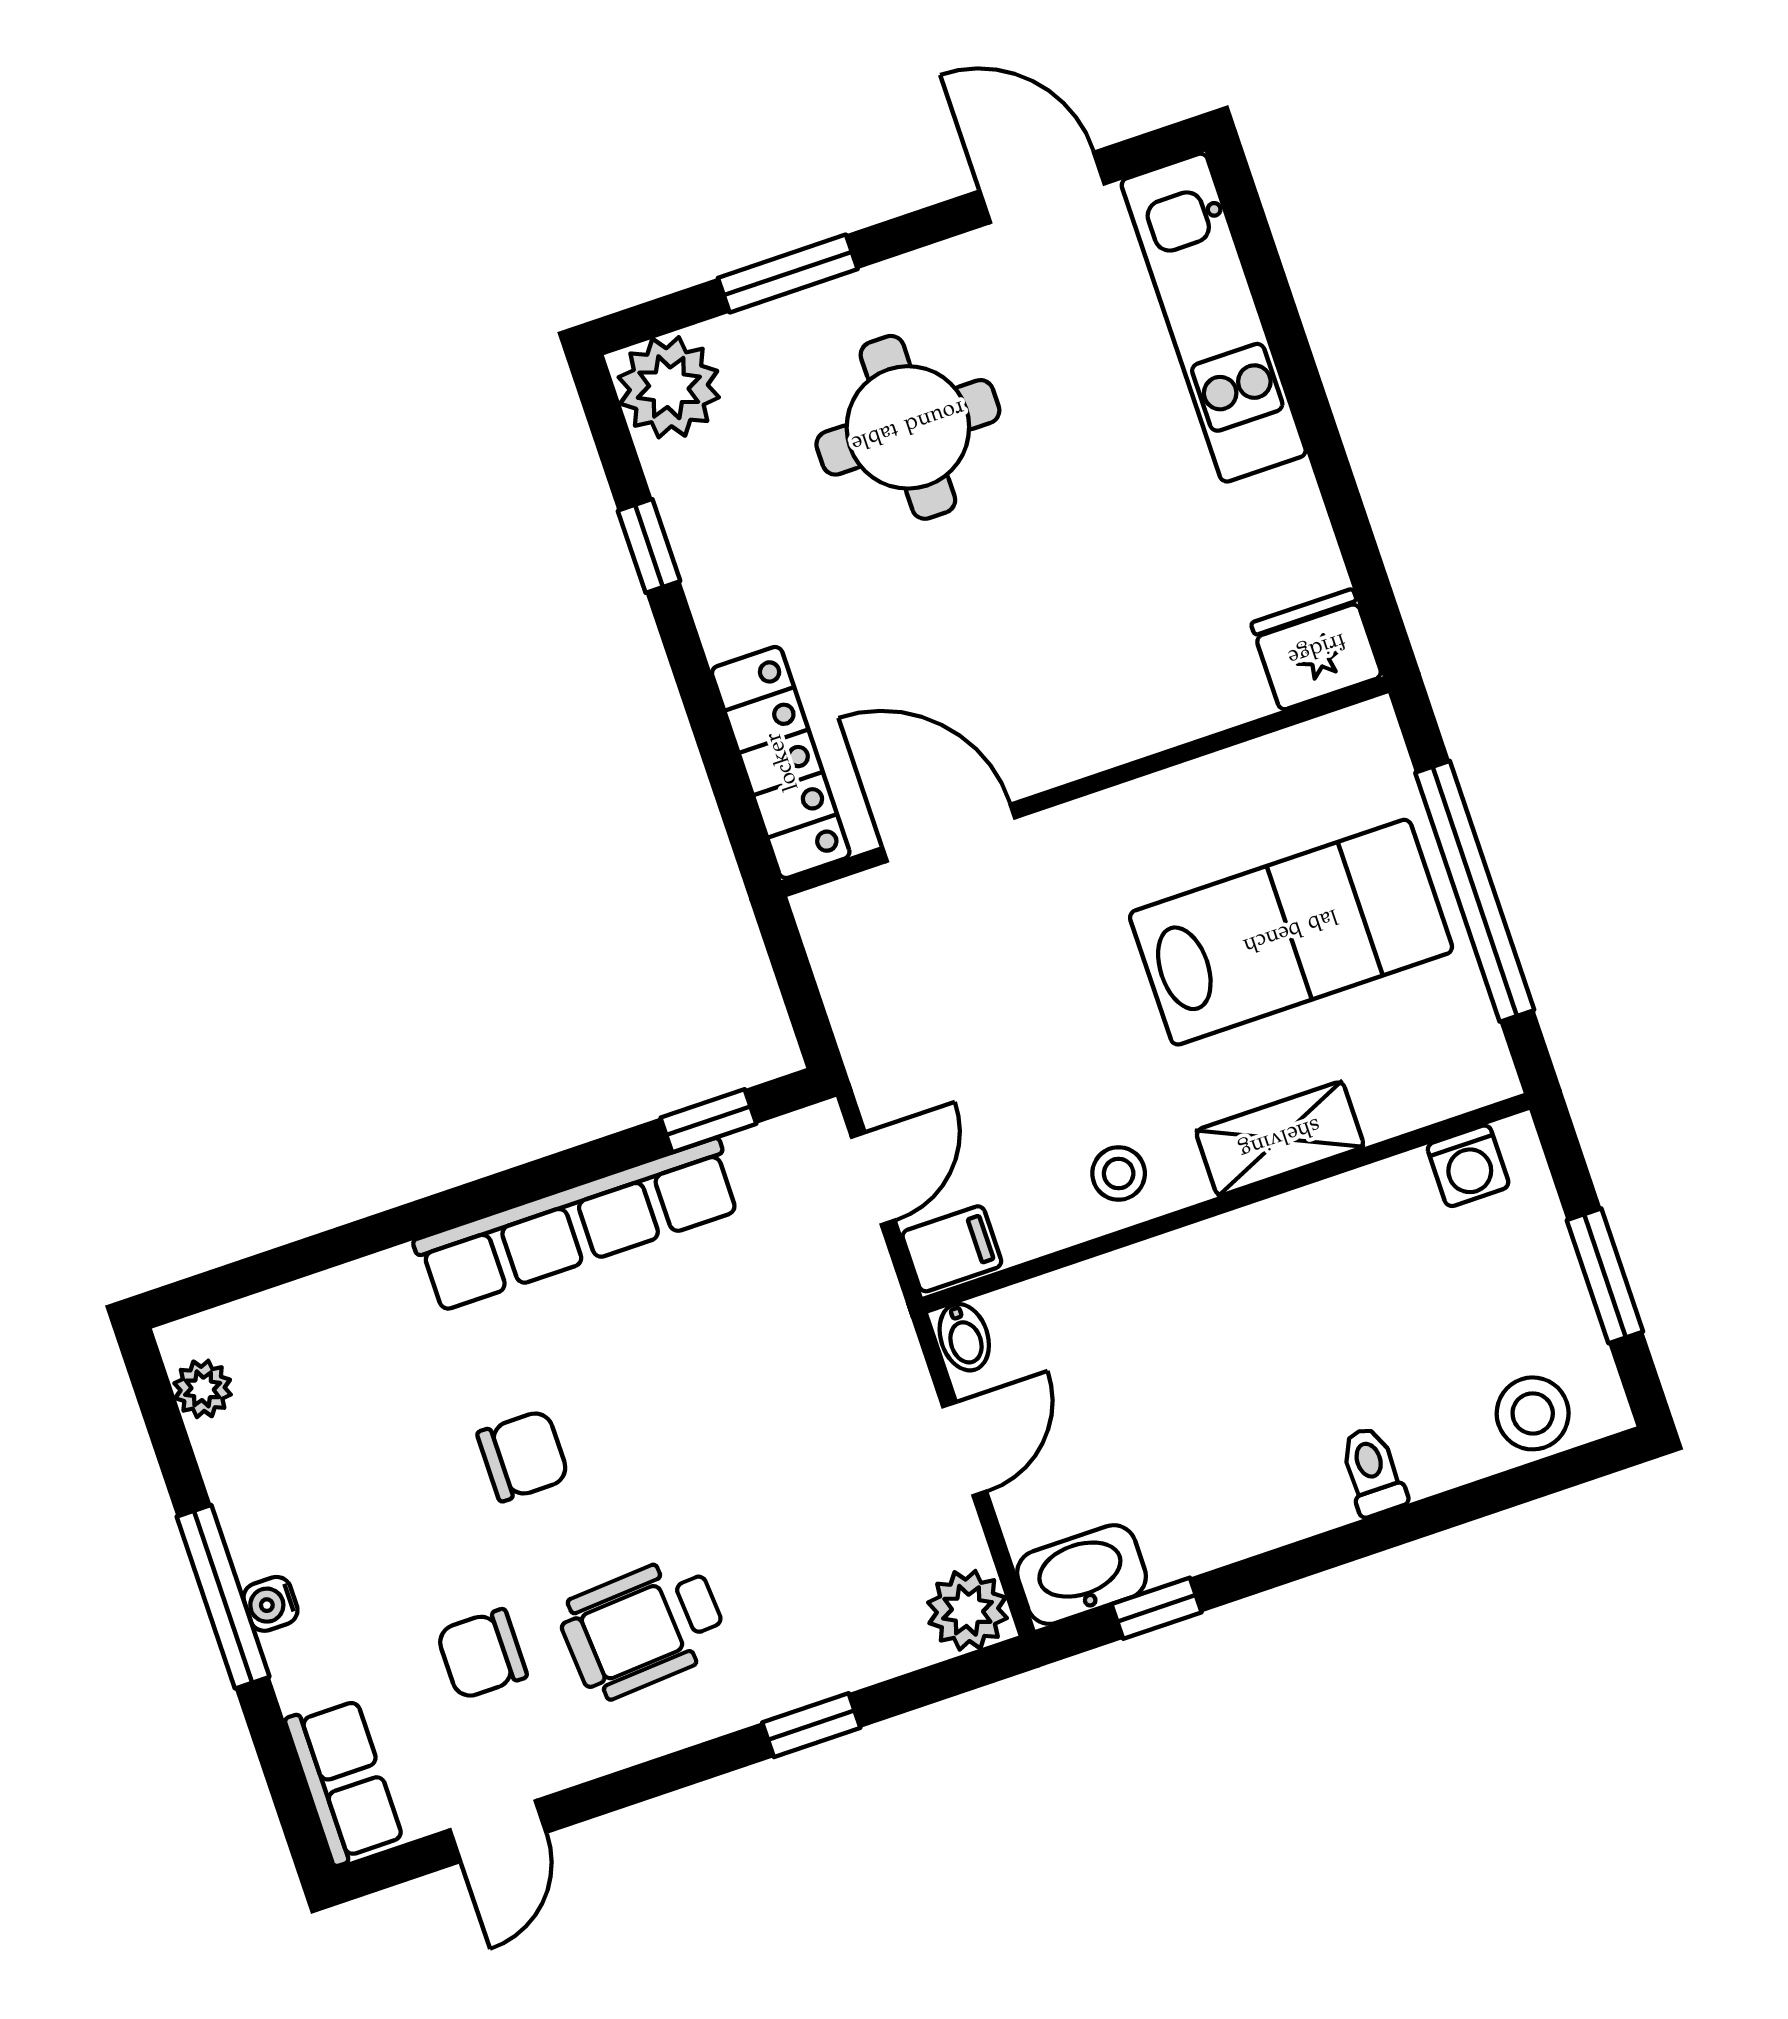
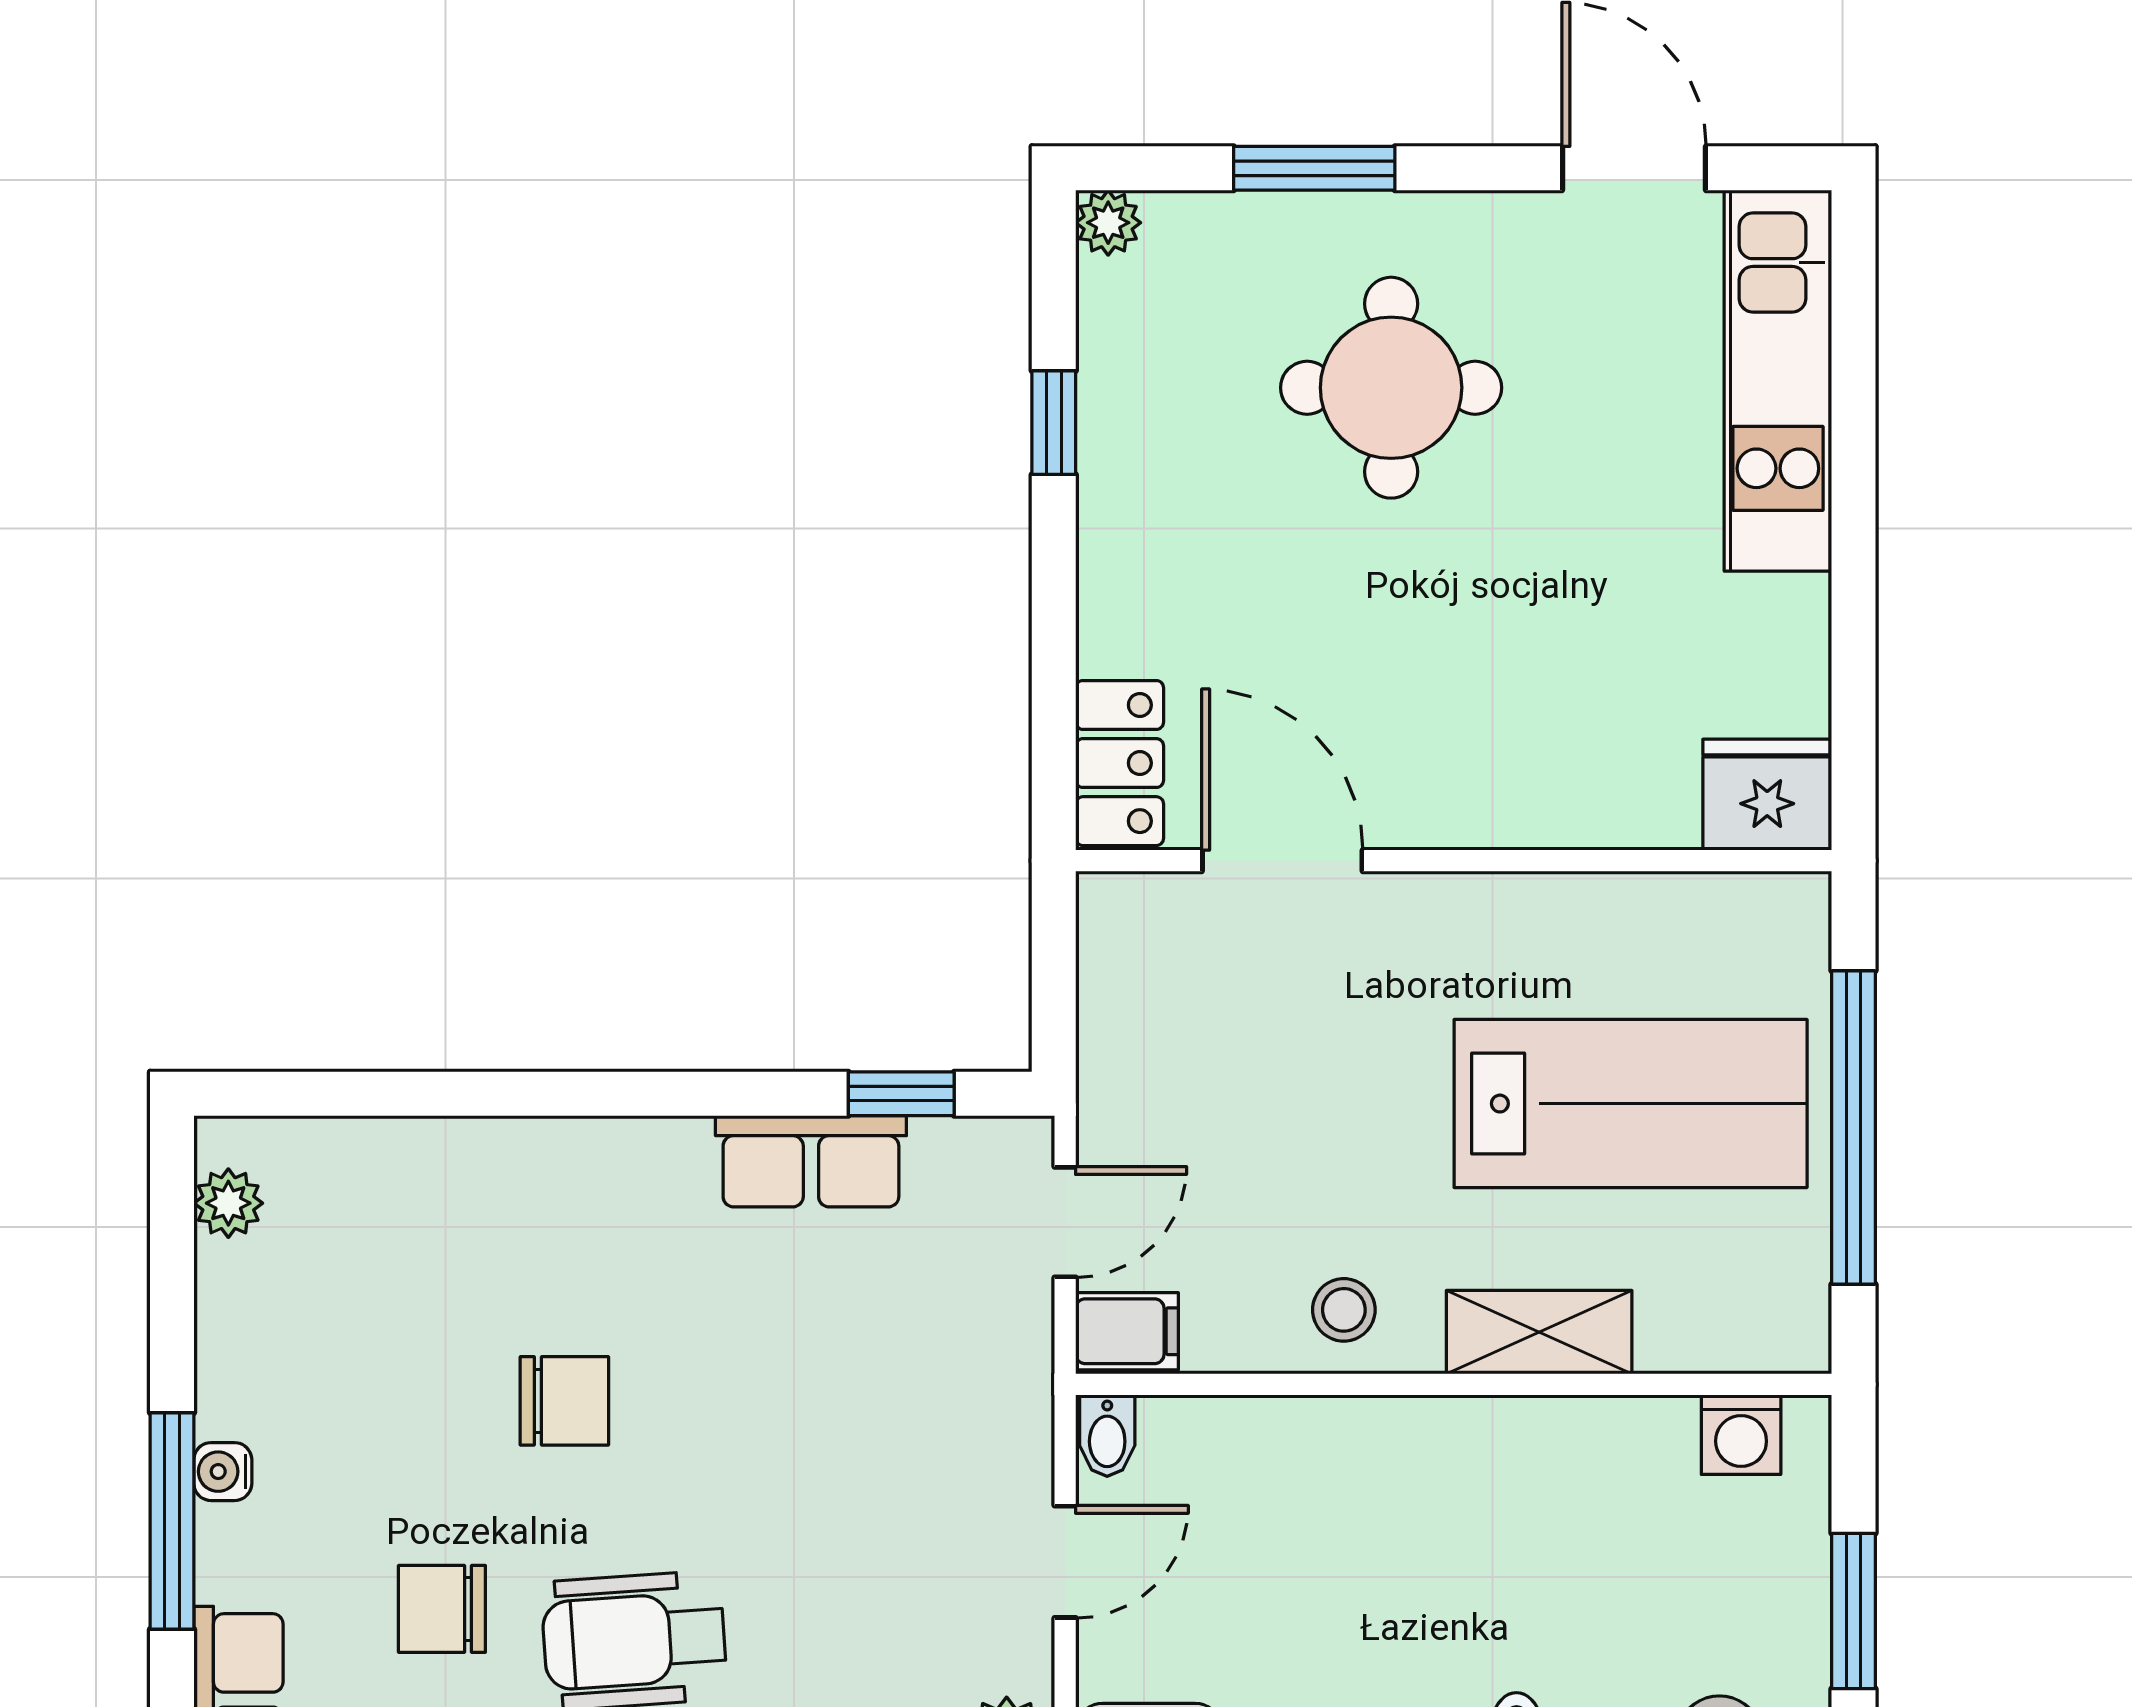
plant: (669, 387) -> (1108, 223), width x0.53, depth x0.53
locker: (781, 762) -> (1120, 763), width x0.66
row of seats: (577, 1225) -> (811, 1161), width x0.50
window: (223, 1597) -> (172, 1521), moved

